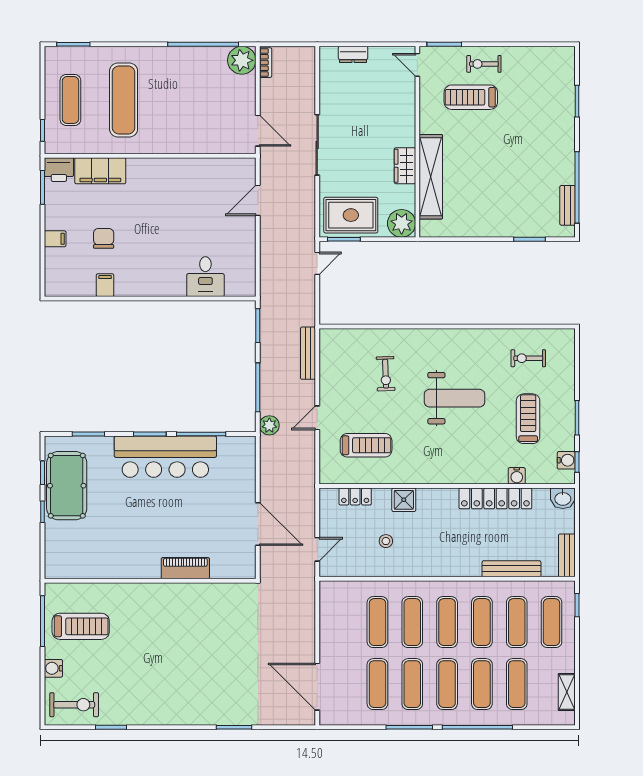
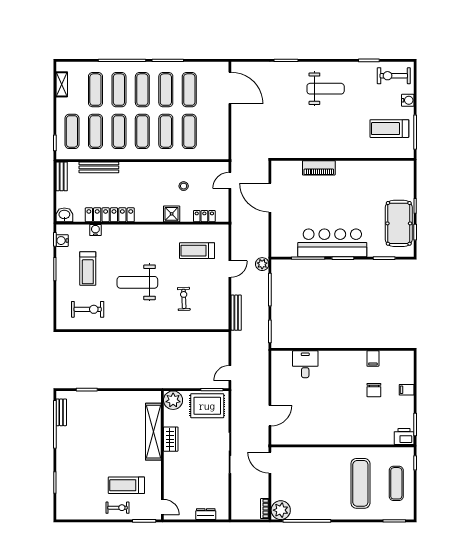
treadmill: (471, 97) -> (126, 485), turned 180
filing cabinet: (100, 171) -> (376, 436), removed
exercise bike: (528, 358) -> (88, 309), width x1.38, depth x1.39
weight bench: (175, 685) -> (326, 89), added

